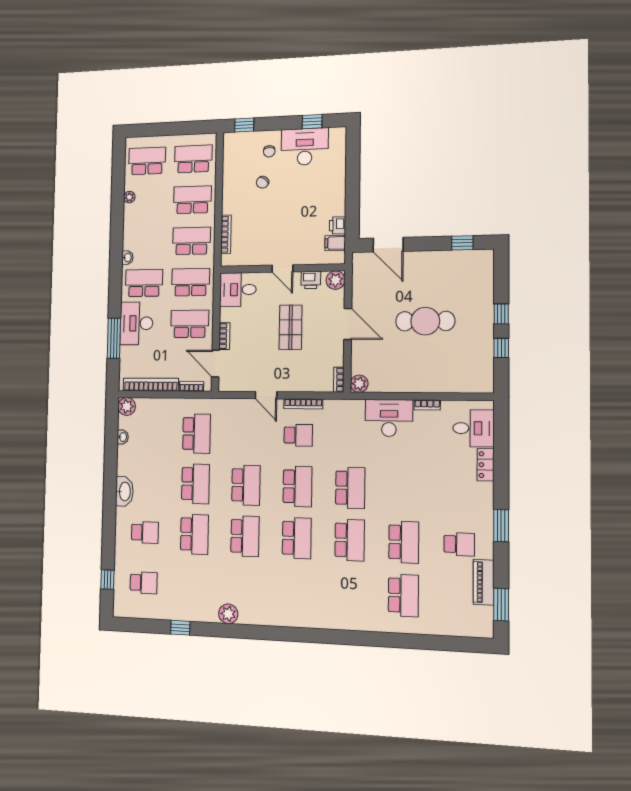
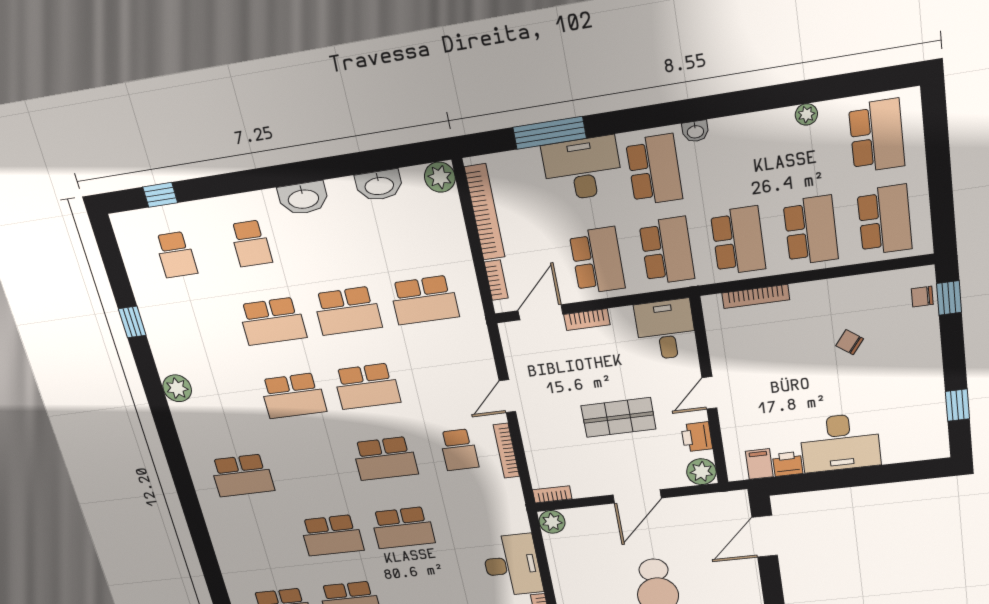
desk: (305, 147) -> (840, 443), moved, turned 90
chair: (269, 151) -> (922, 297), moved
washbasin: (123, 437) -> (379, 185), width x1.91, depth x1.45
school desk: (297, 538) -> (242, 475), moved

